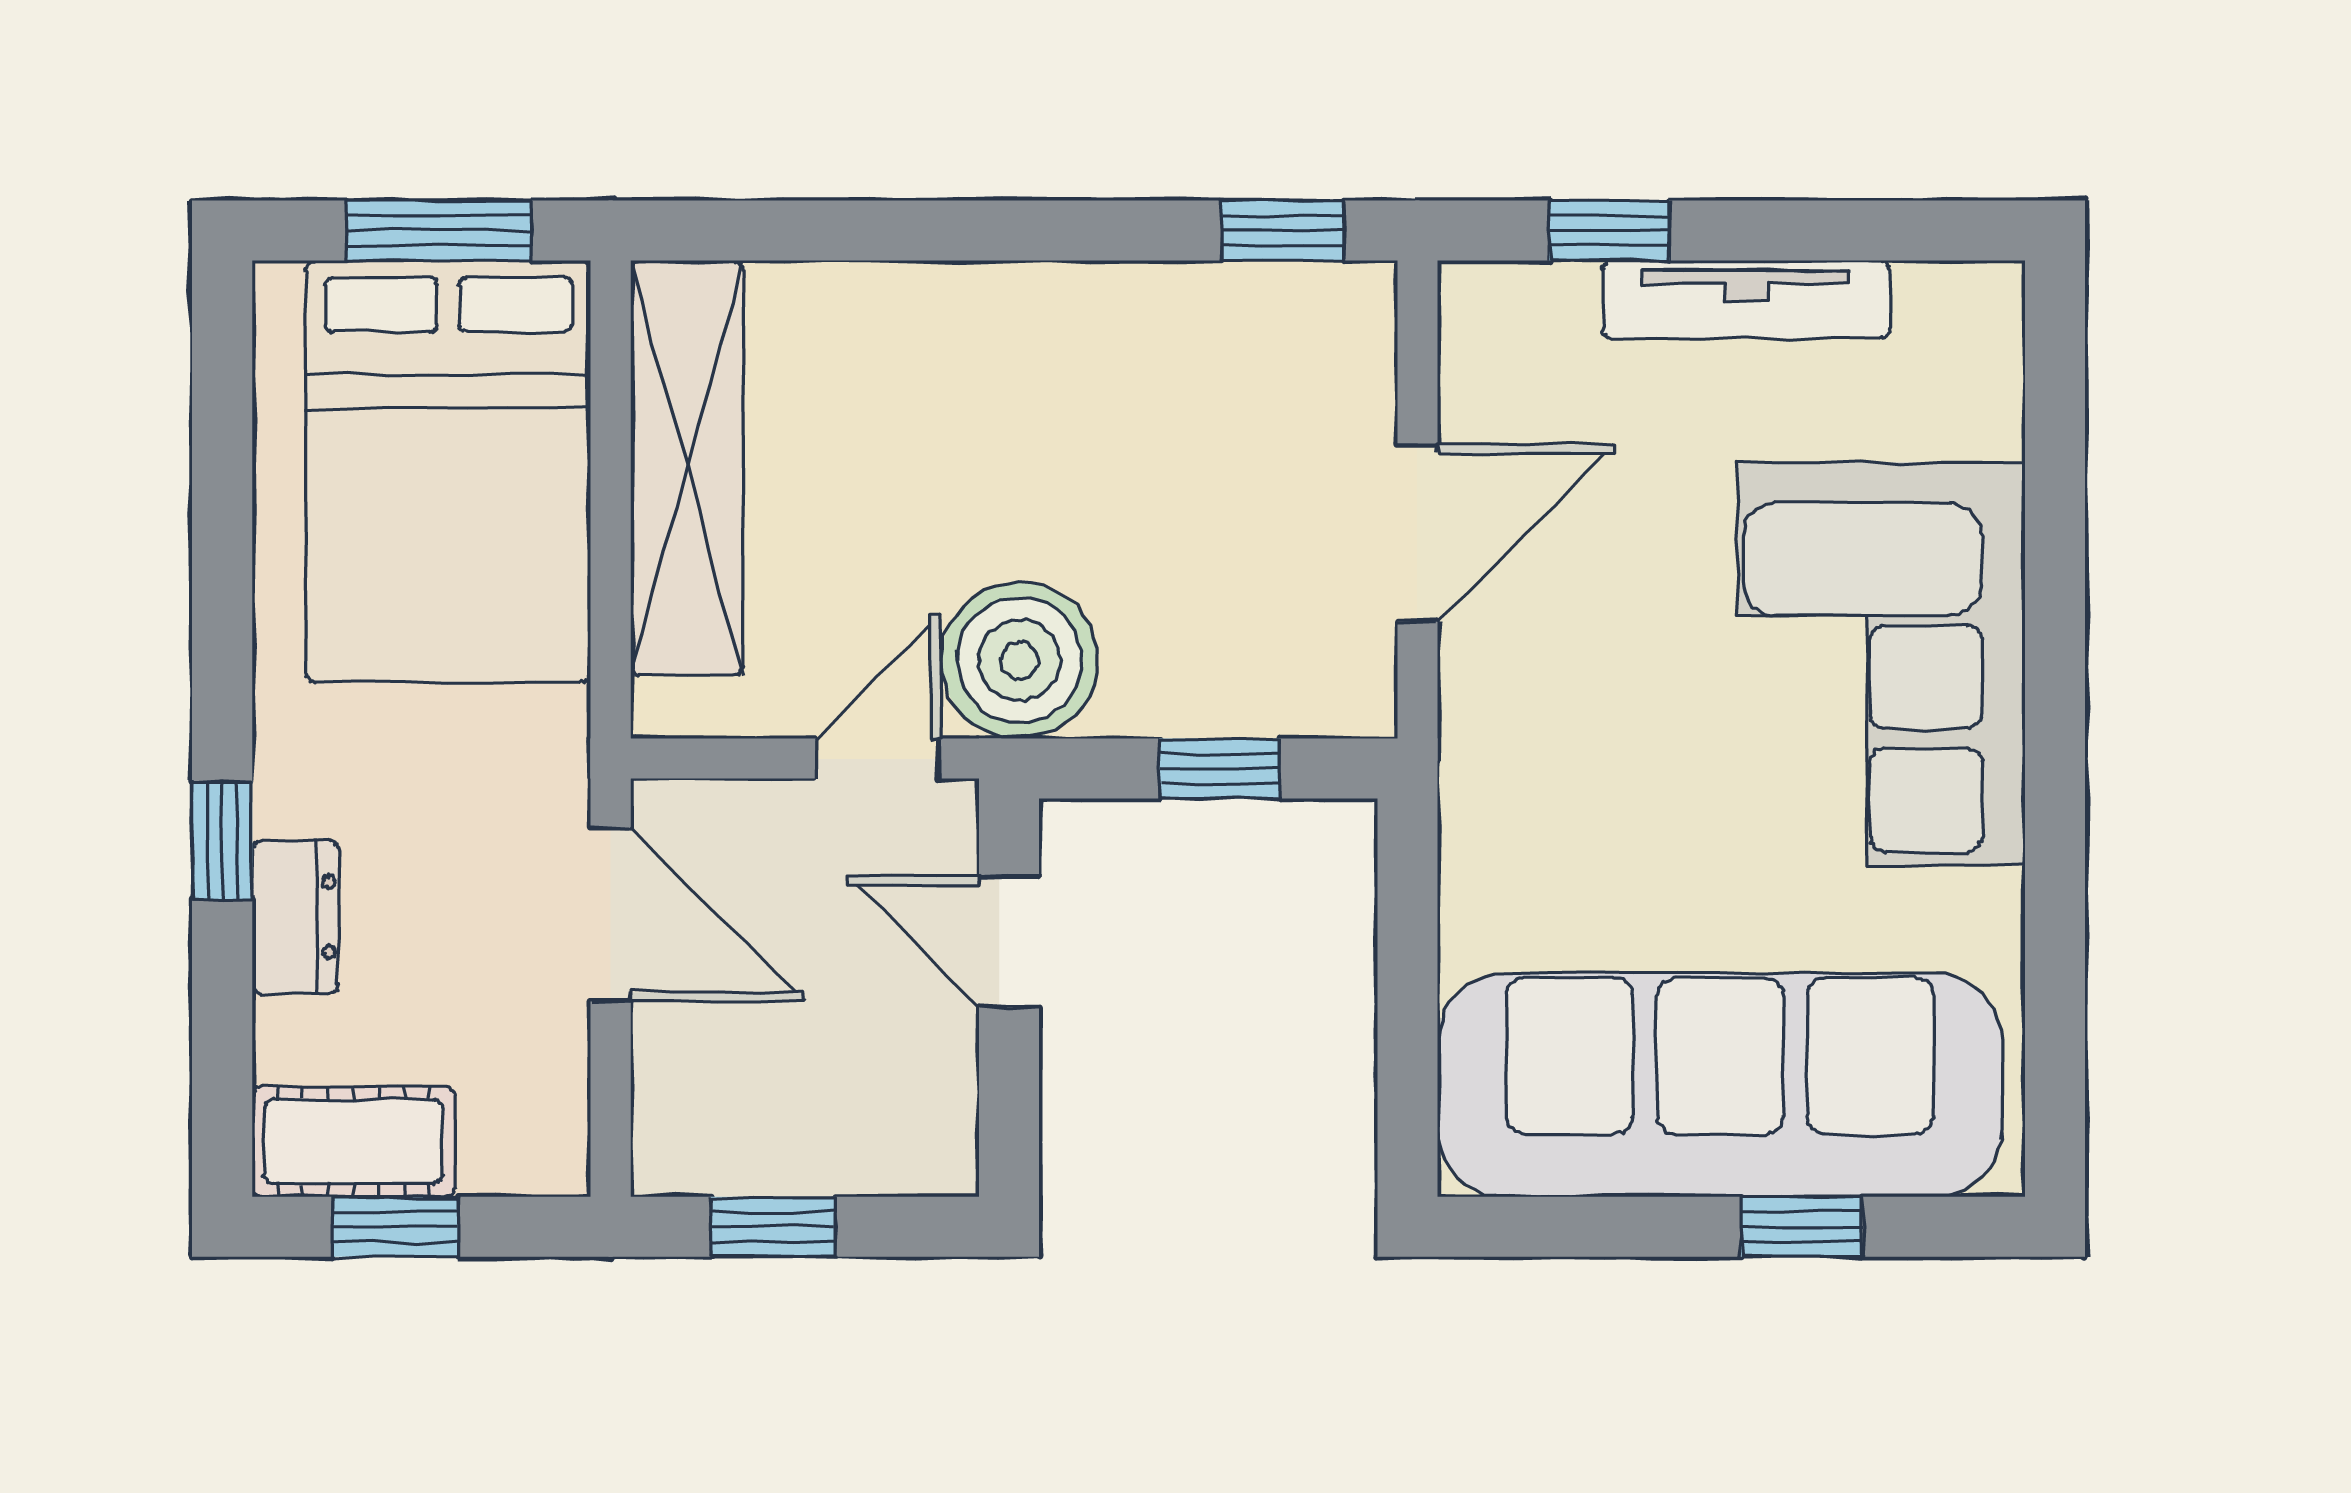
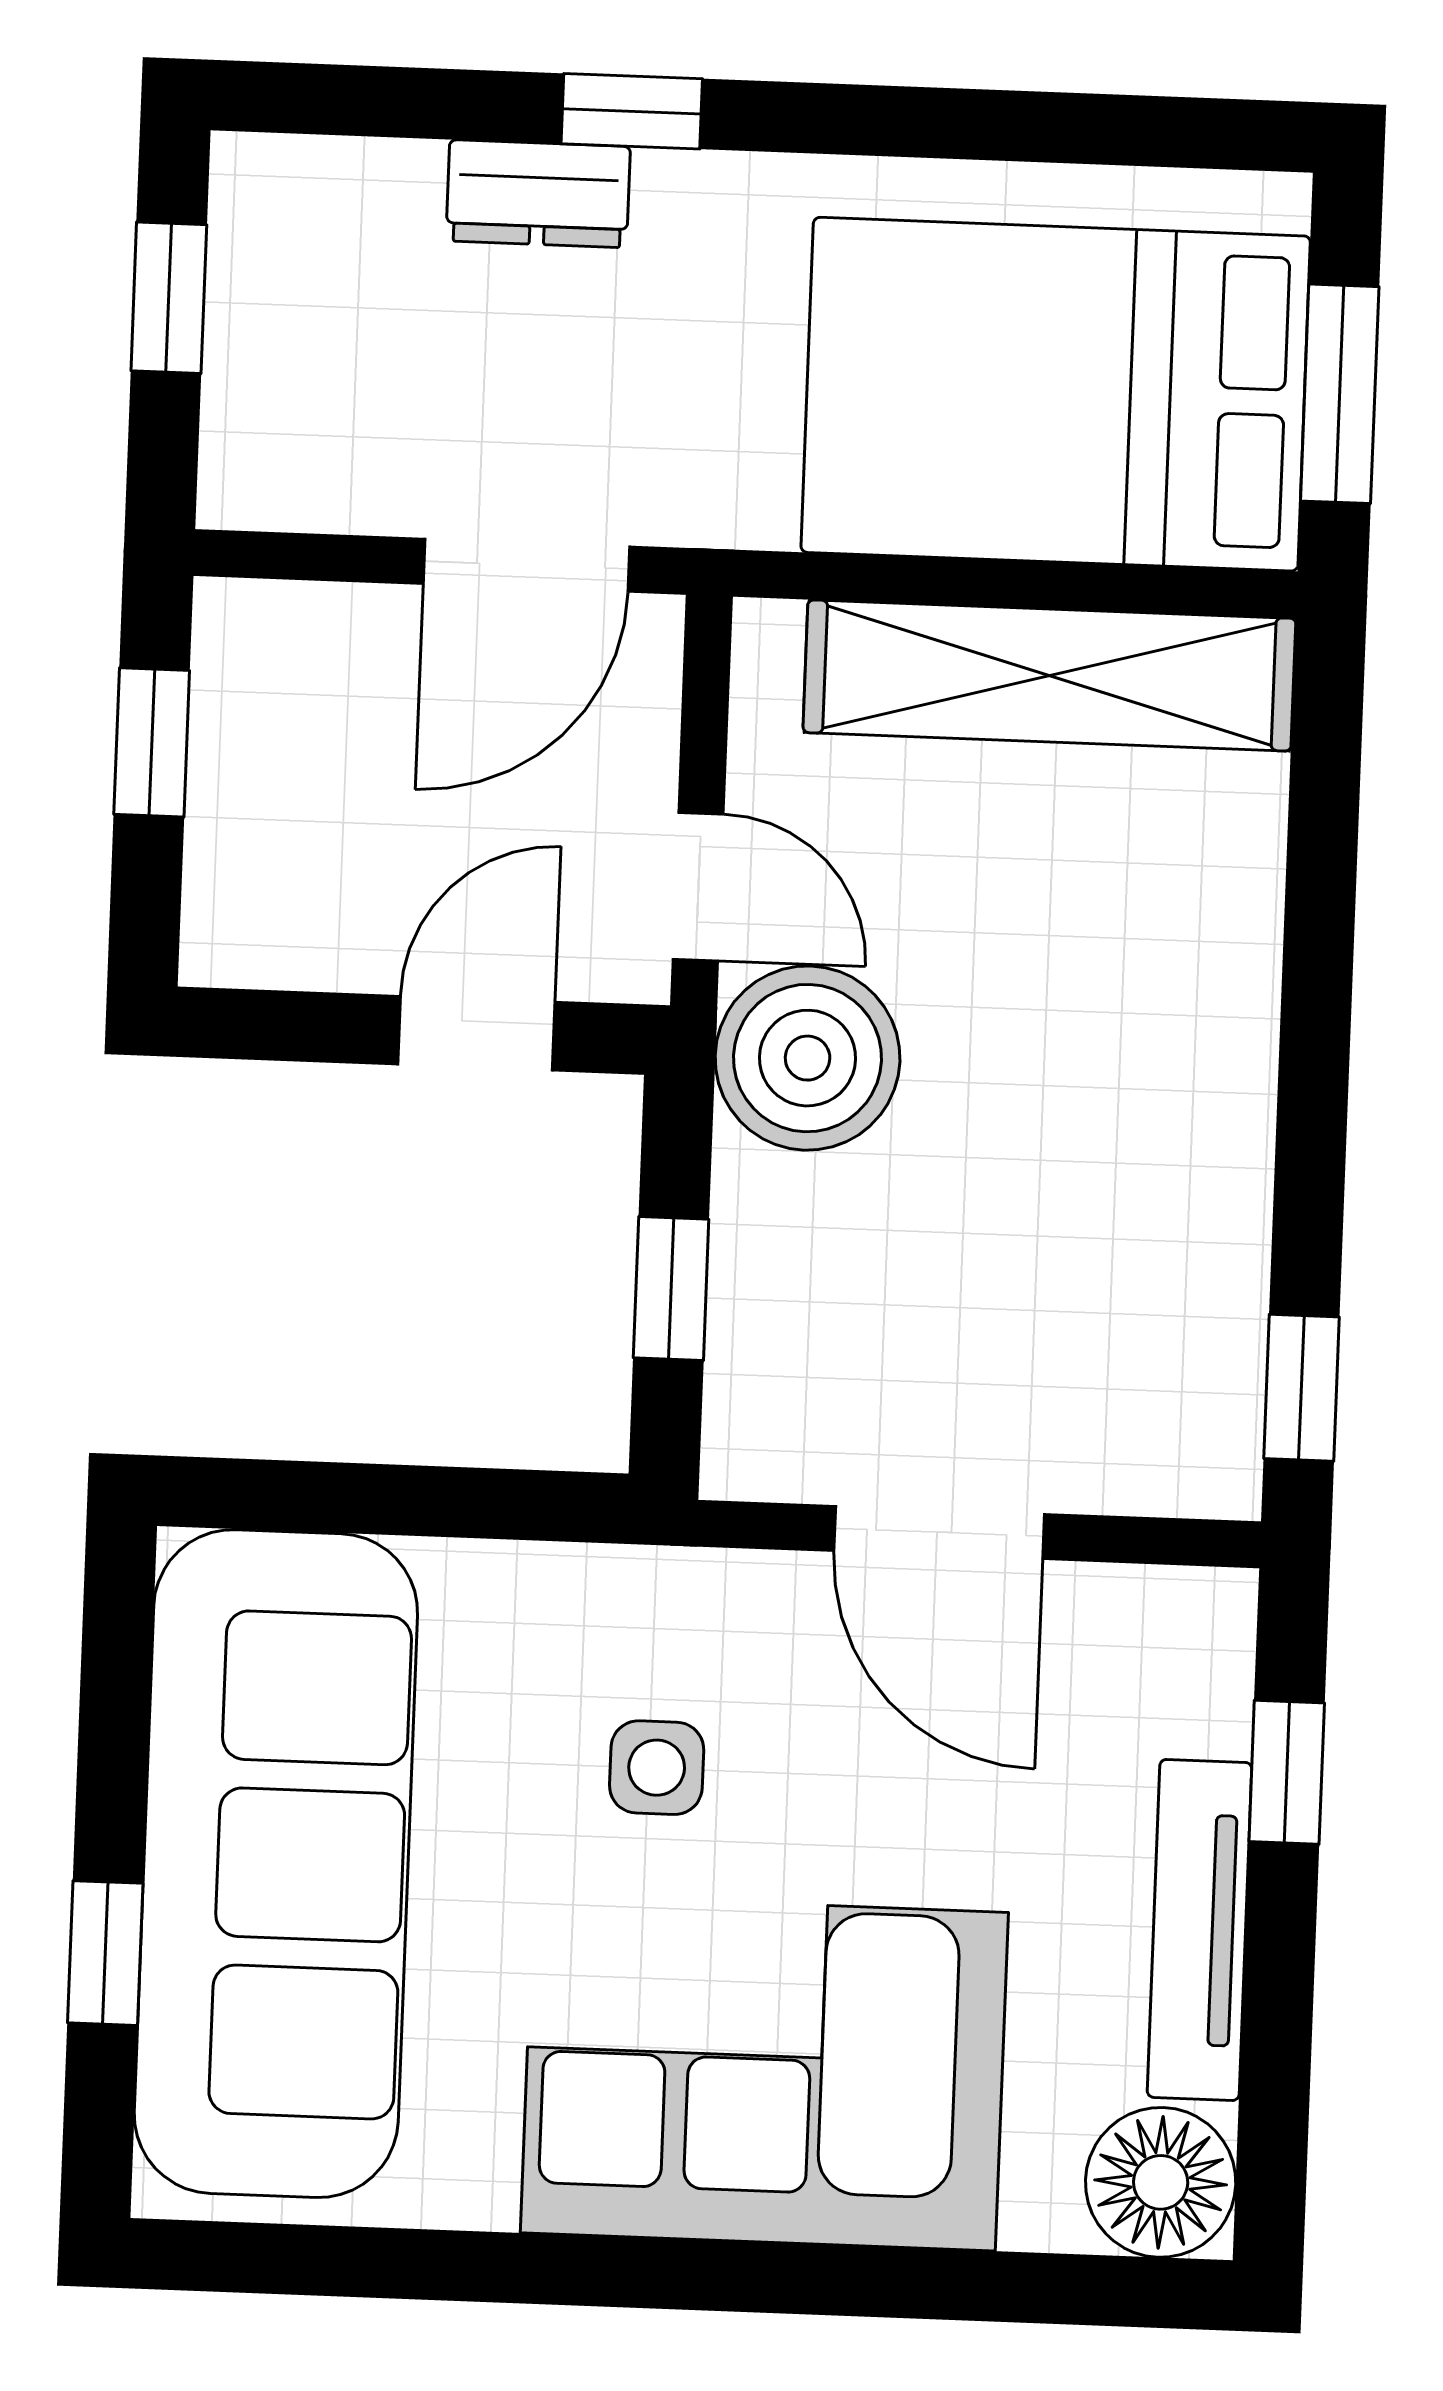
floor lamp: (1961, 324) -> (1161, 2182), added
side table: (1626, 765) -> (657, 1768), added
cot: (354, 1142) -> (271, 252), removed

